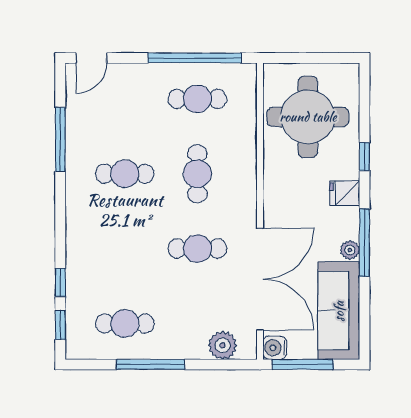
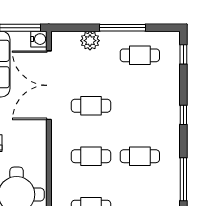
cafe table: (197, 174) -> (91, 156), turned 90
window: (60, 282) -> (183, 115), moved
plant: (223, 345) -> (90, 41), moved

